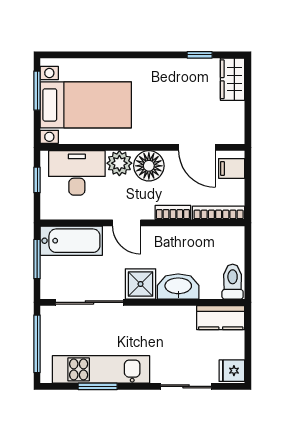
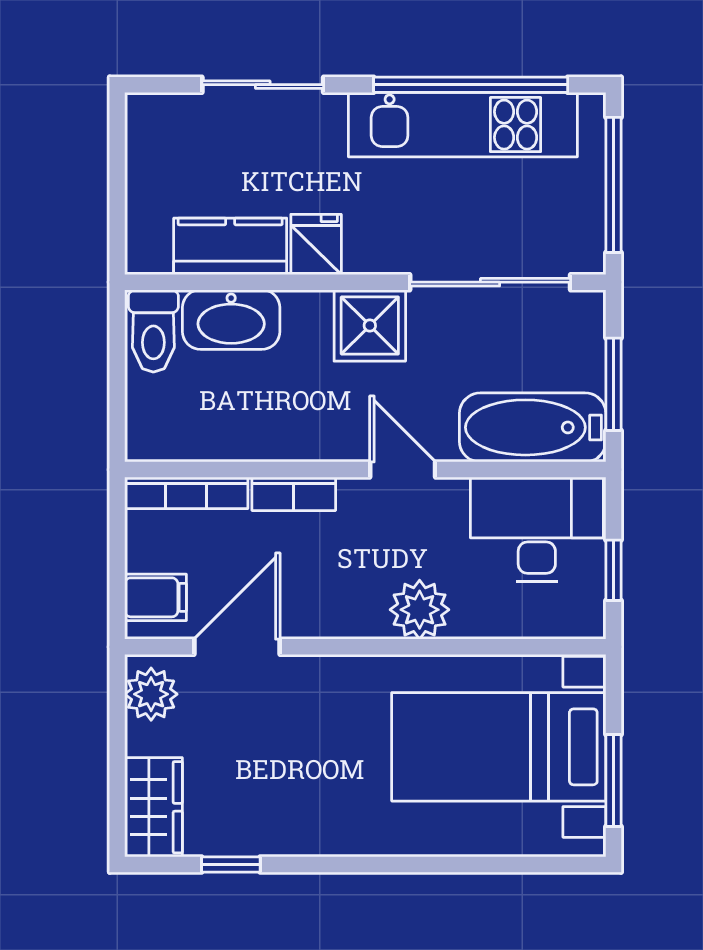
plant: (234, 127) -> (151, 694), added
door: (197, 147) -> (237, 647), hinge flipped
floor lamp: (149, 166) -> (350, 604), removed
desk: (77, 173) -> (537, 529), moved, turned 180
washbasin: (178, 287) -> (231, 320), moved
kitchen counter: (221, 318) -> (230, 246), moved
fridge: (232, 371) -> (316, 244), moved, turned -90
window: (98, 386) -> (471, 85), width x2.11

